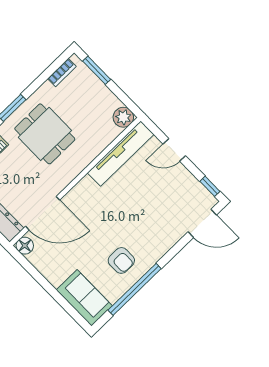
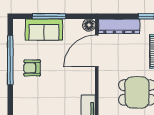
window: (54, 293) -> (49, 16), added
sofa: (84, 298) -> (44, 30), moved

